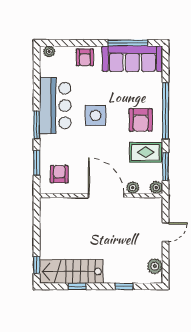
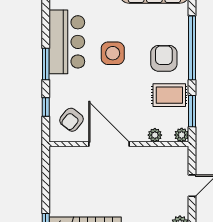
armchair: (141, 120) -> (164, 58), turned 180
window: (37, 163) -> (46, 107), width x0.67
armchair: (59, 174) -> (71, 120), turned -141
door: (106, 196) -> (109, 144), moved

